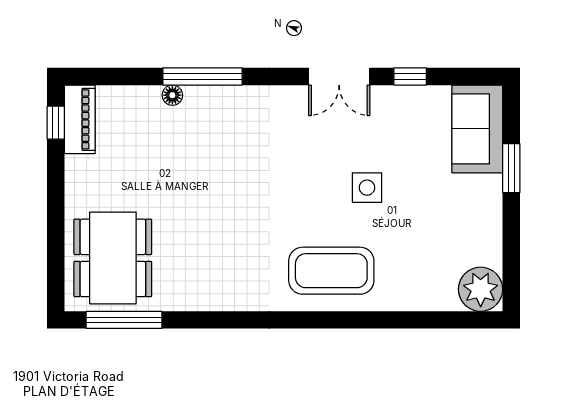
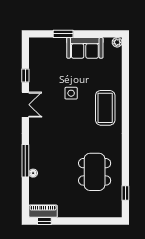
sofa: (477, 129) -> (85, 48), moved
dining table: (113, 258) -> (95, 172), moved, turned 90
plant: (481, 289) -> (117, 42), width x0.53, depth x0.53
window: (124, 320) -> (125, 193), width x0.46

